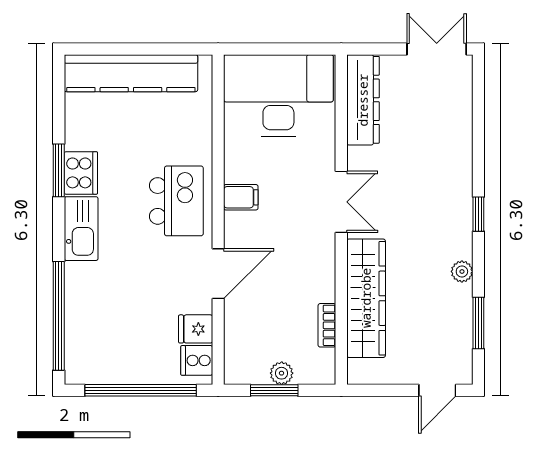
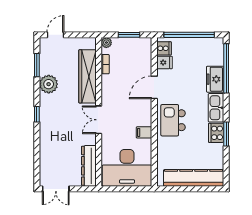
filing cabinet: (241, 197) -> (144, 132), moved
plant: (462, 272) -> (49, 84), width x1.87, depth x1.87
freezer: (83, 292) -> (215, 79), added
plant: (282, 373) -> (106, 43), moved

